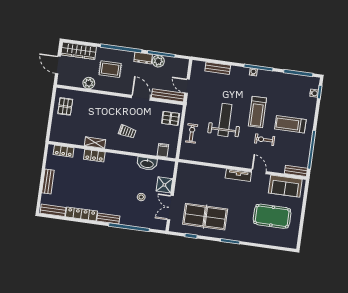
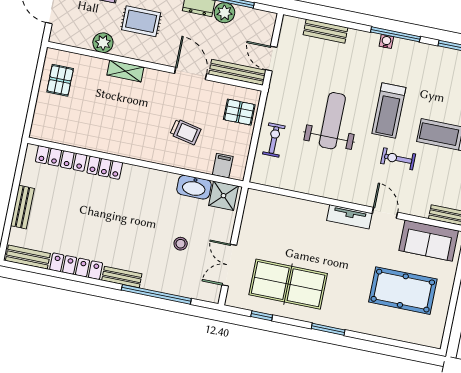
trolley: (127, 132) -> (185, 132), moved
shelving: (95, 143) -> (125, 71), moved
locker: (64, 151) -> (61, 158), width x1.53
shower: (164, 185) -> (223, 196), moved

